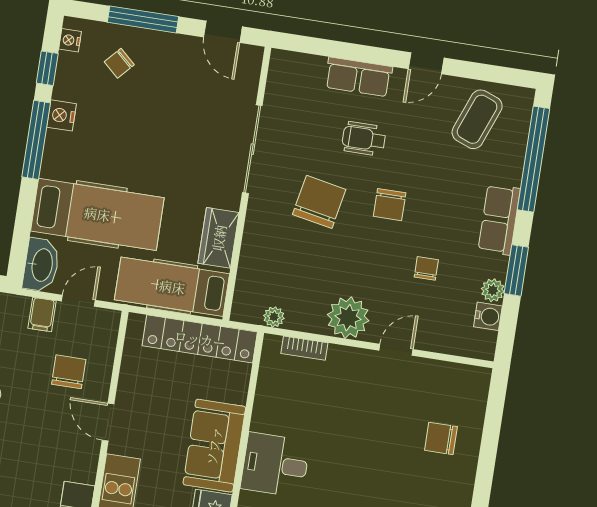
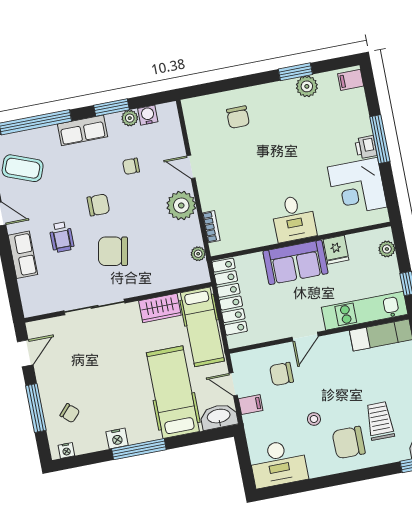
window: (47, 68) -> (90, 459), removed

